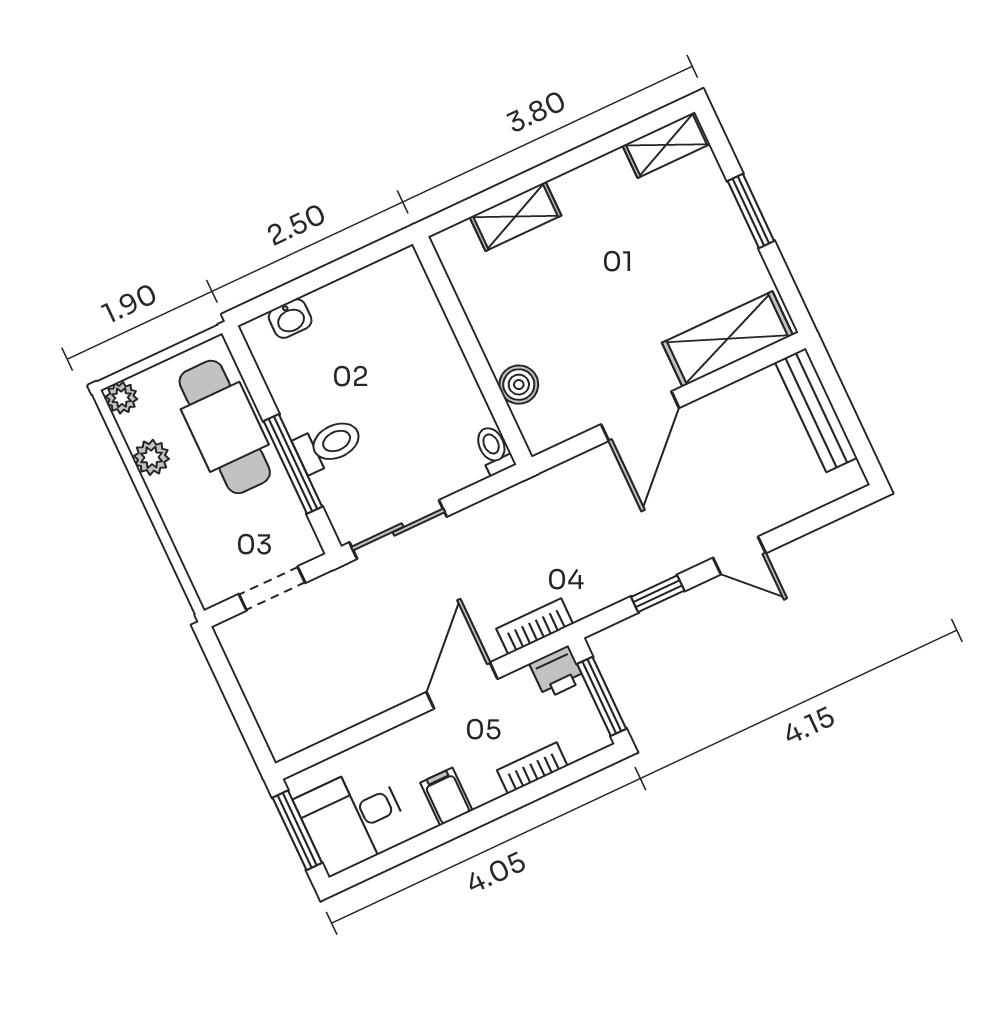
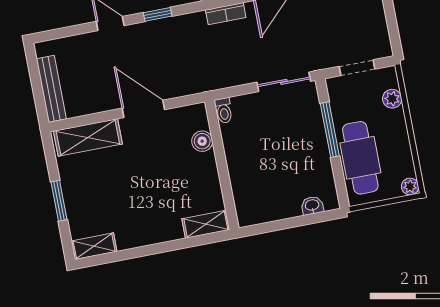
shelving: (516, 216) -> (206, 224), moved
door: (640, 416) -> (143, 109), hinge flipped
toilet: (329, 445) -> (309, 135), removed
plant: (151, 457) -> (392, 99), moved

